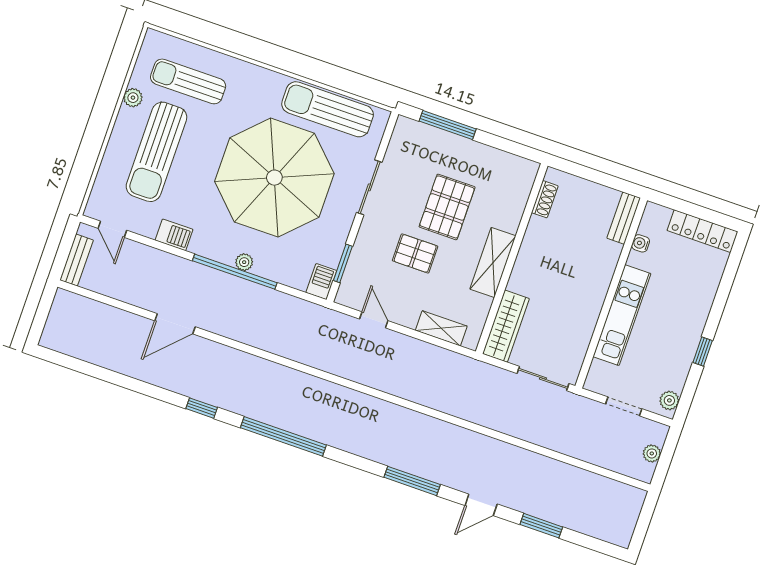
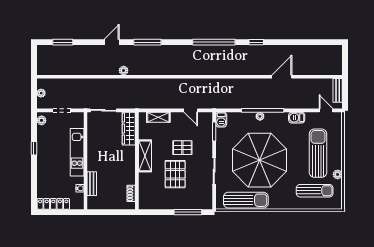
bench: (624, 218) -> (92, 184), moved
plant: (477, 442) -> (124, 70), added
window: (541, 526) -> (63, 42), moved

